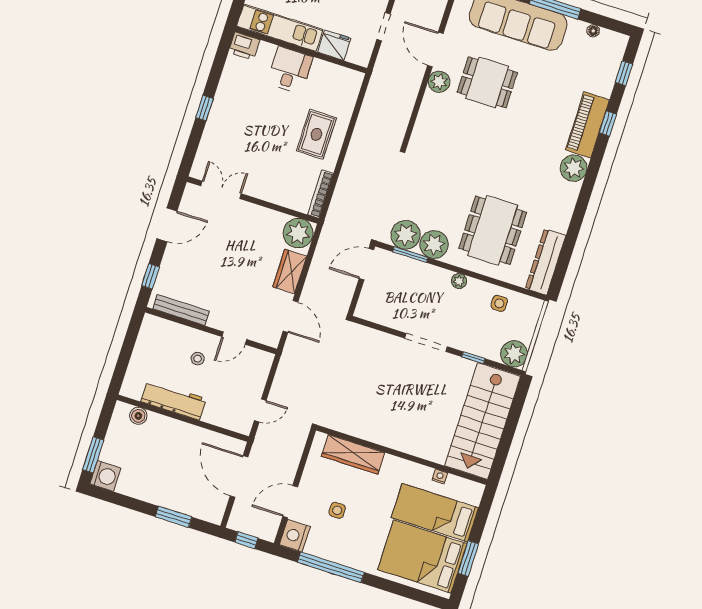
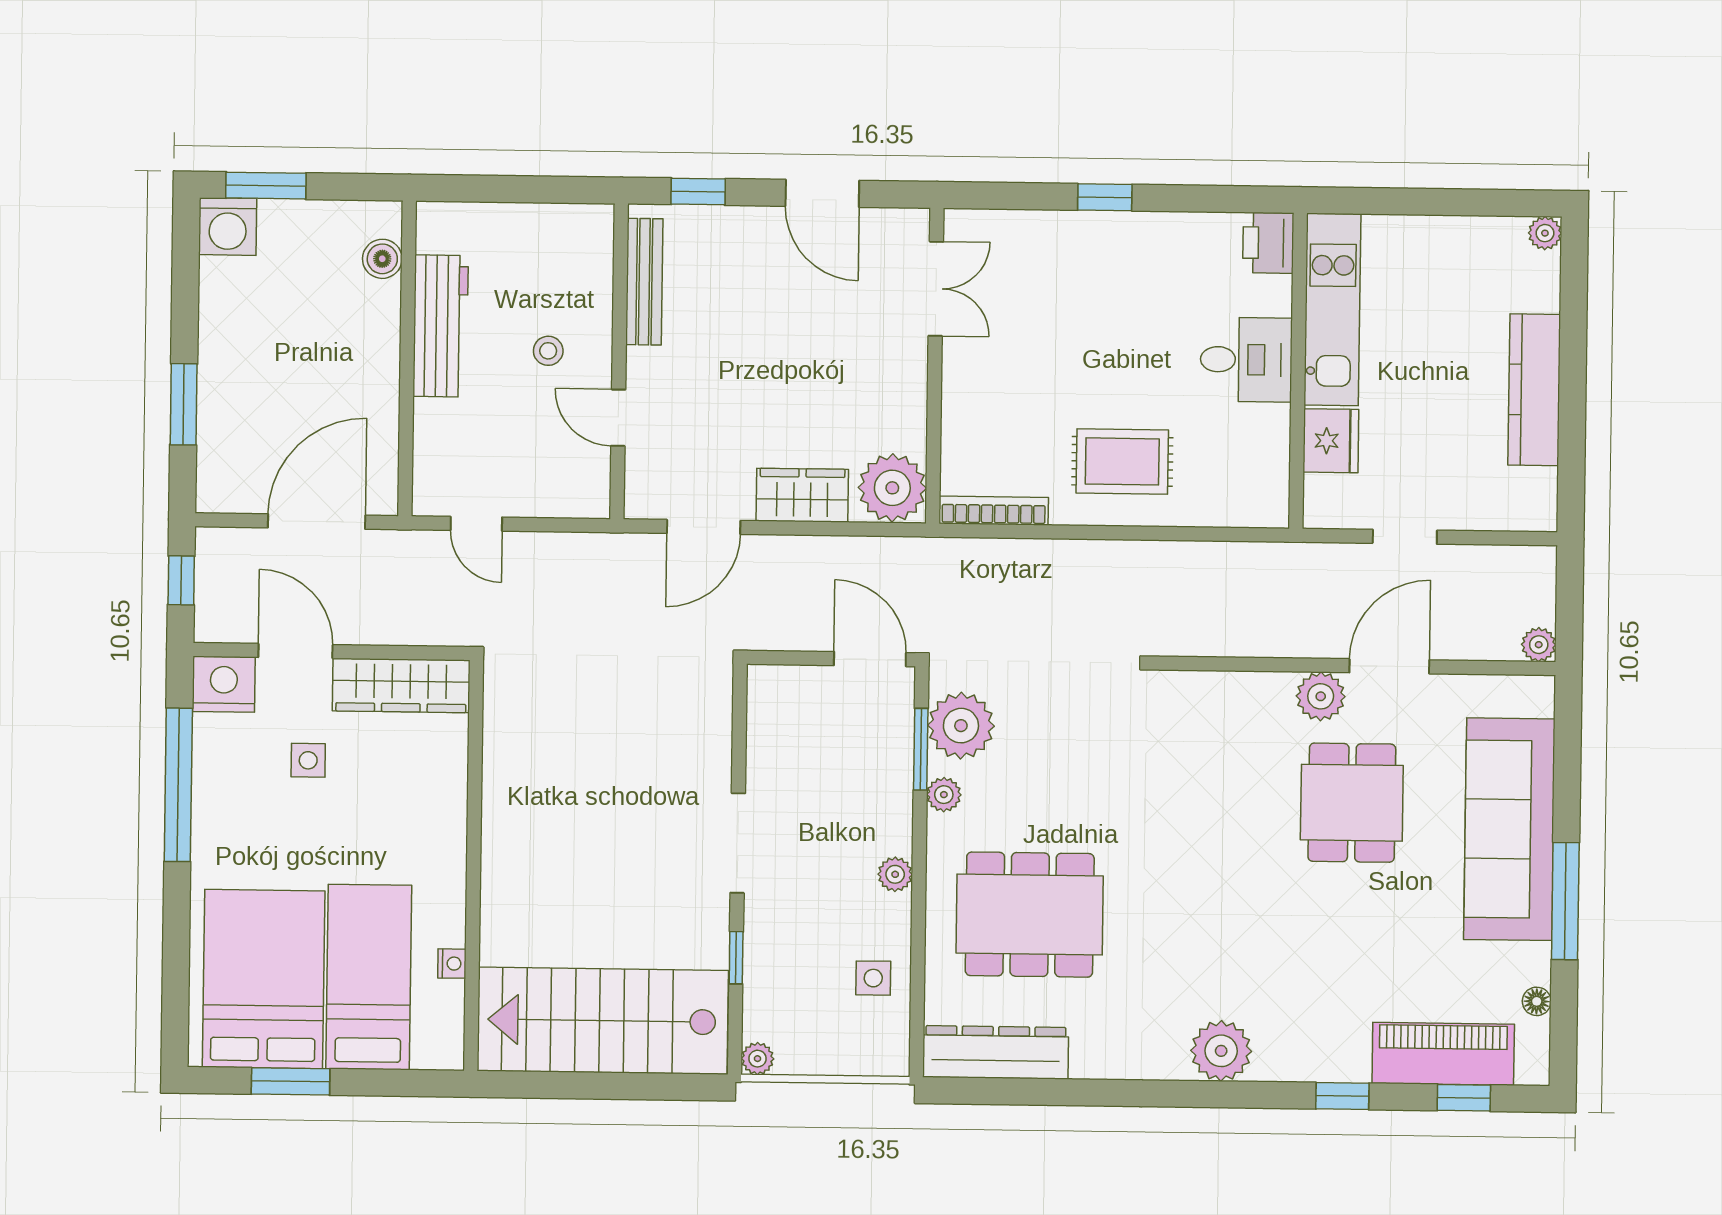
piano: (587, 125) -> (1443, 1054), moved
plant: (434, 244) -> (944, 795), width x0.53, depth x0.53
plant: (514, 354) -> (757, 1059), width x0.53, depth x0.53
wardrobe: (353, 454) -> (401, 685), moved, turned -90

